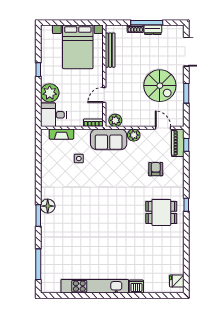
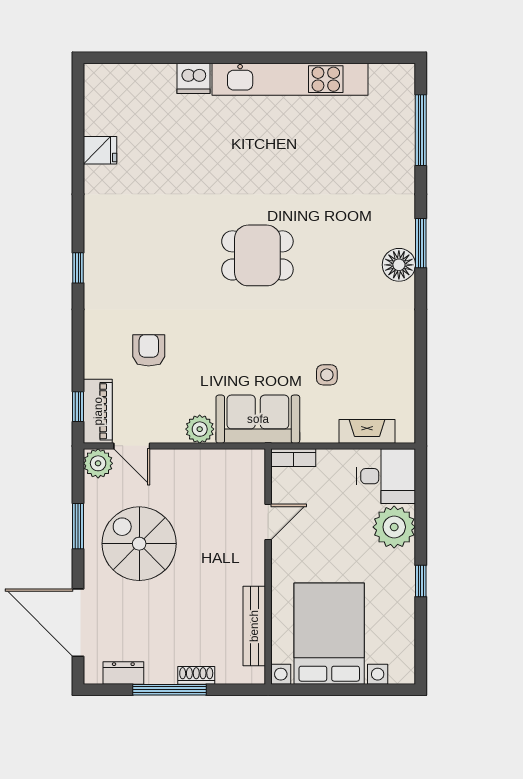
dresser: (153, 30) -> (123, 673), moved
plant: (115, 120) -> (98, 463), moved
armchair: (156, 169) -> (149, 350), turned 180
dining table: (161, 212) -> (257, 255), moved
fridge: (177, 281) -> (100, 150), moved

